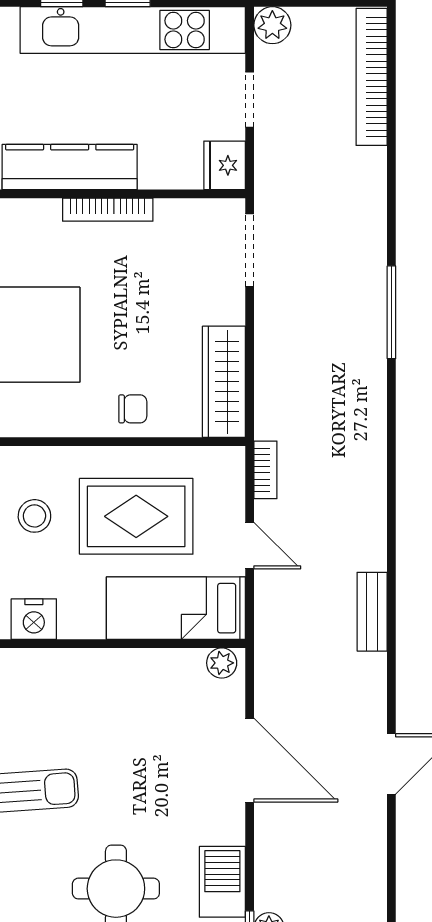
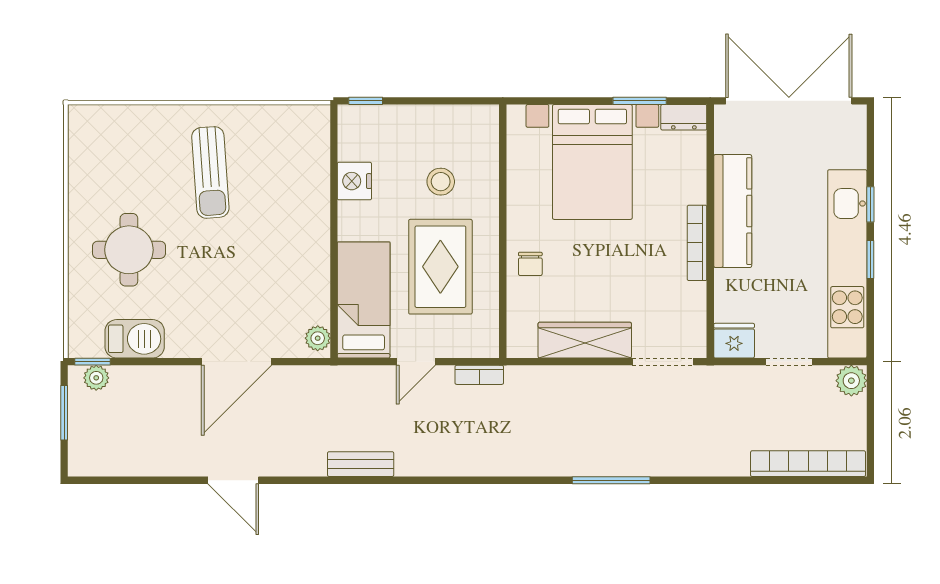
wardrobe: (224, 382) -> (585, 340), moved

